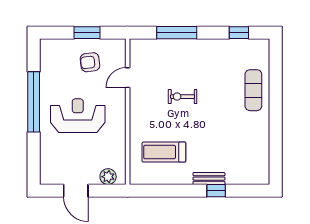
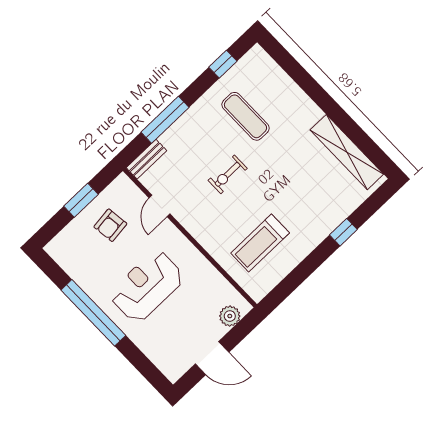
exercise mat: (253, 90) -> (246, 116), moved
shelving: (261, 148) -> (347, 152), added
bench: (209, 179) -> (146, 159), moved

